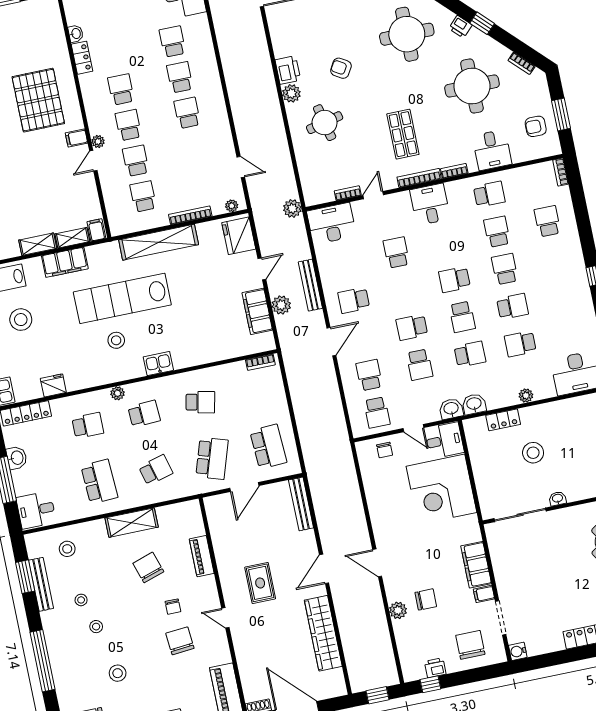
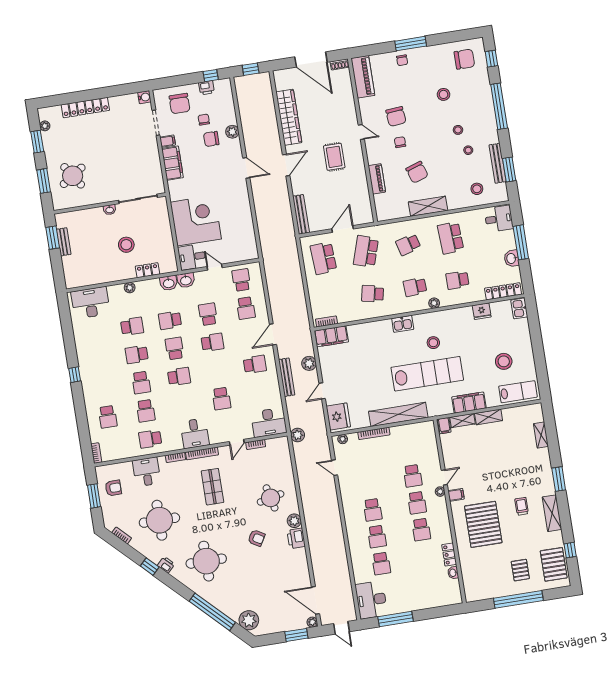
school desk: (143, 196) -> (408, 449), removed
filing cabinet: (257, 311) -> (331, 336), moved, turned 90
chair: (385, 450) -> (204, 120), moved

